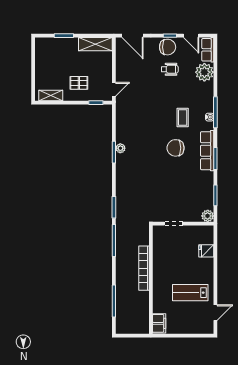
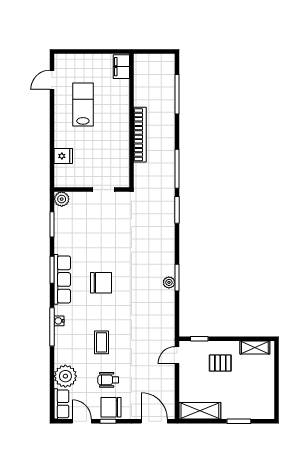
coffee table: (183, 118) -> (101, 342), moved
lab bench: (190, 293) -> (83, 105), turned -90

